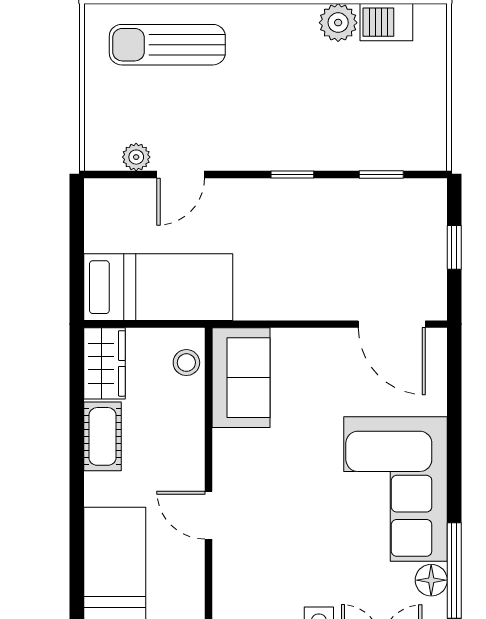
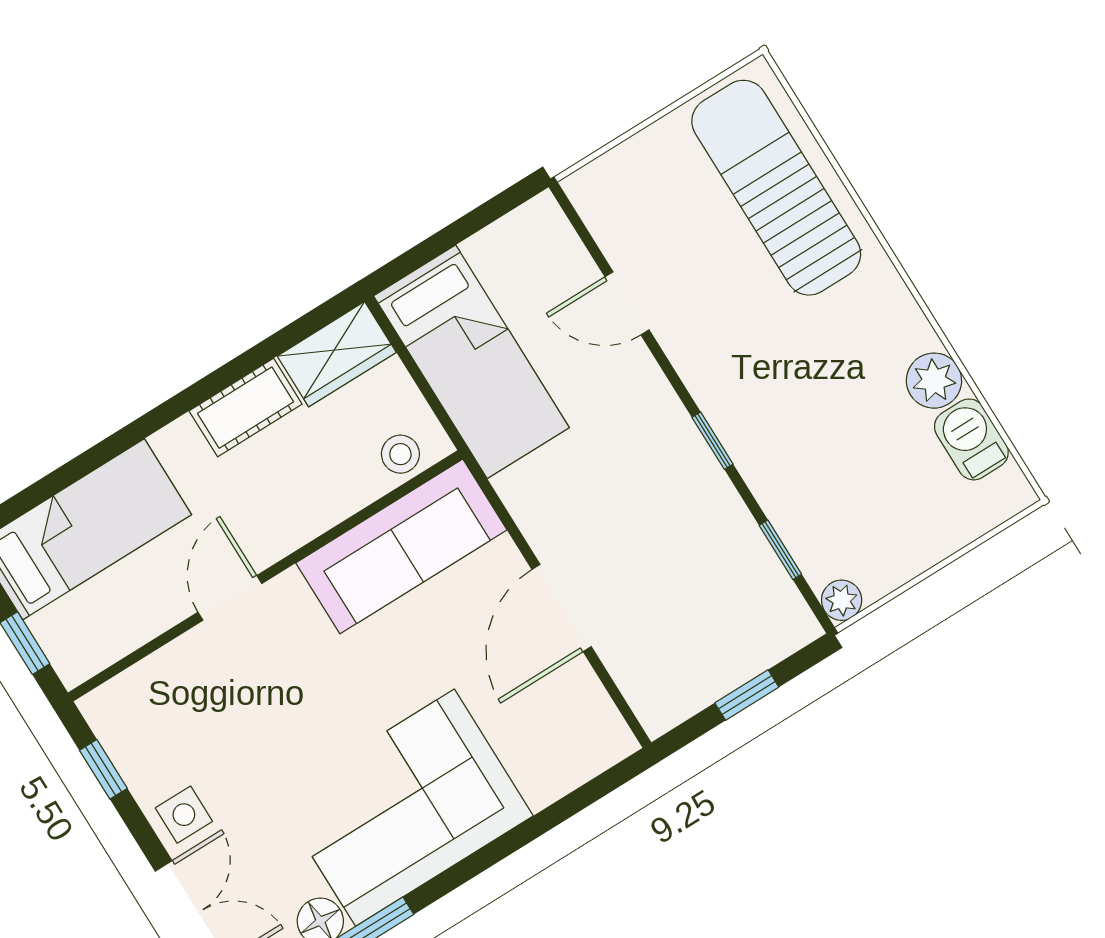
sun lounger: (167, 45) -> (776, 188), width x1.36, depth x1.34
plant: (136, 157) -> (842, 600), moved
door: (392, 324) -> (562, 608), moved
sofa: (241, 378) -> (401, 546), width x1.36

